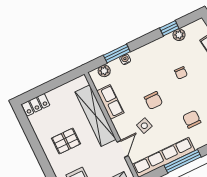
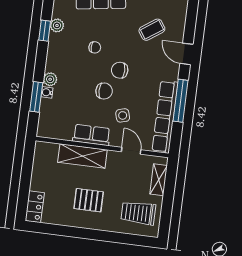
plant: (104, 71) -> (50, 79), moved
row of seats: (110, 102) -> (92, 135), moved
shelving: (96, 116) -> (82, 156), width x0.68
chair: (192, 119) -> (120, 70), moved
pallet: (66, 141) -> (89, 200), turned 90

